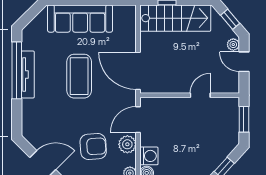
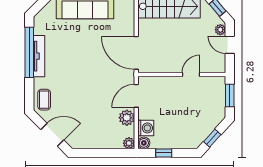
coffee table: (79, 76) -> (44, 100), moved, width x0.54, depth x0.58
armchair: (93, 147) -> (97, 120), removed

